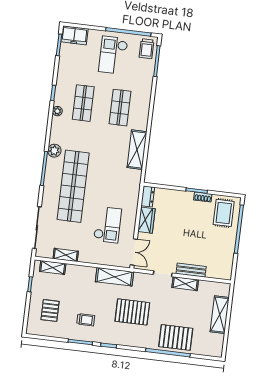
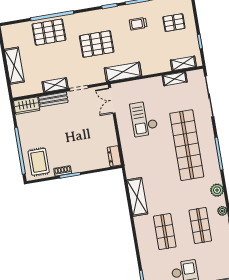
plant: (54, 151) -> (217, 190), moved
wardrobe: (146, 220) -> (27, 106), moved, turned -90
pallet: (50, 310) -> (174, 23), turned 90

